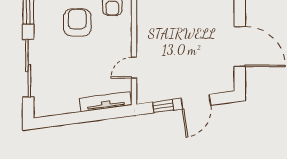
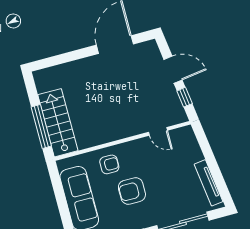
tv unit: (106, 102) -> (209, 183), moved

